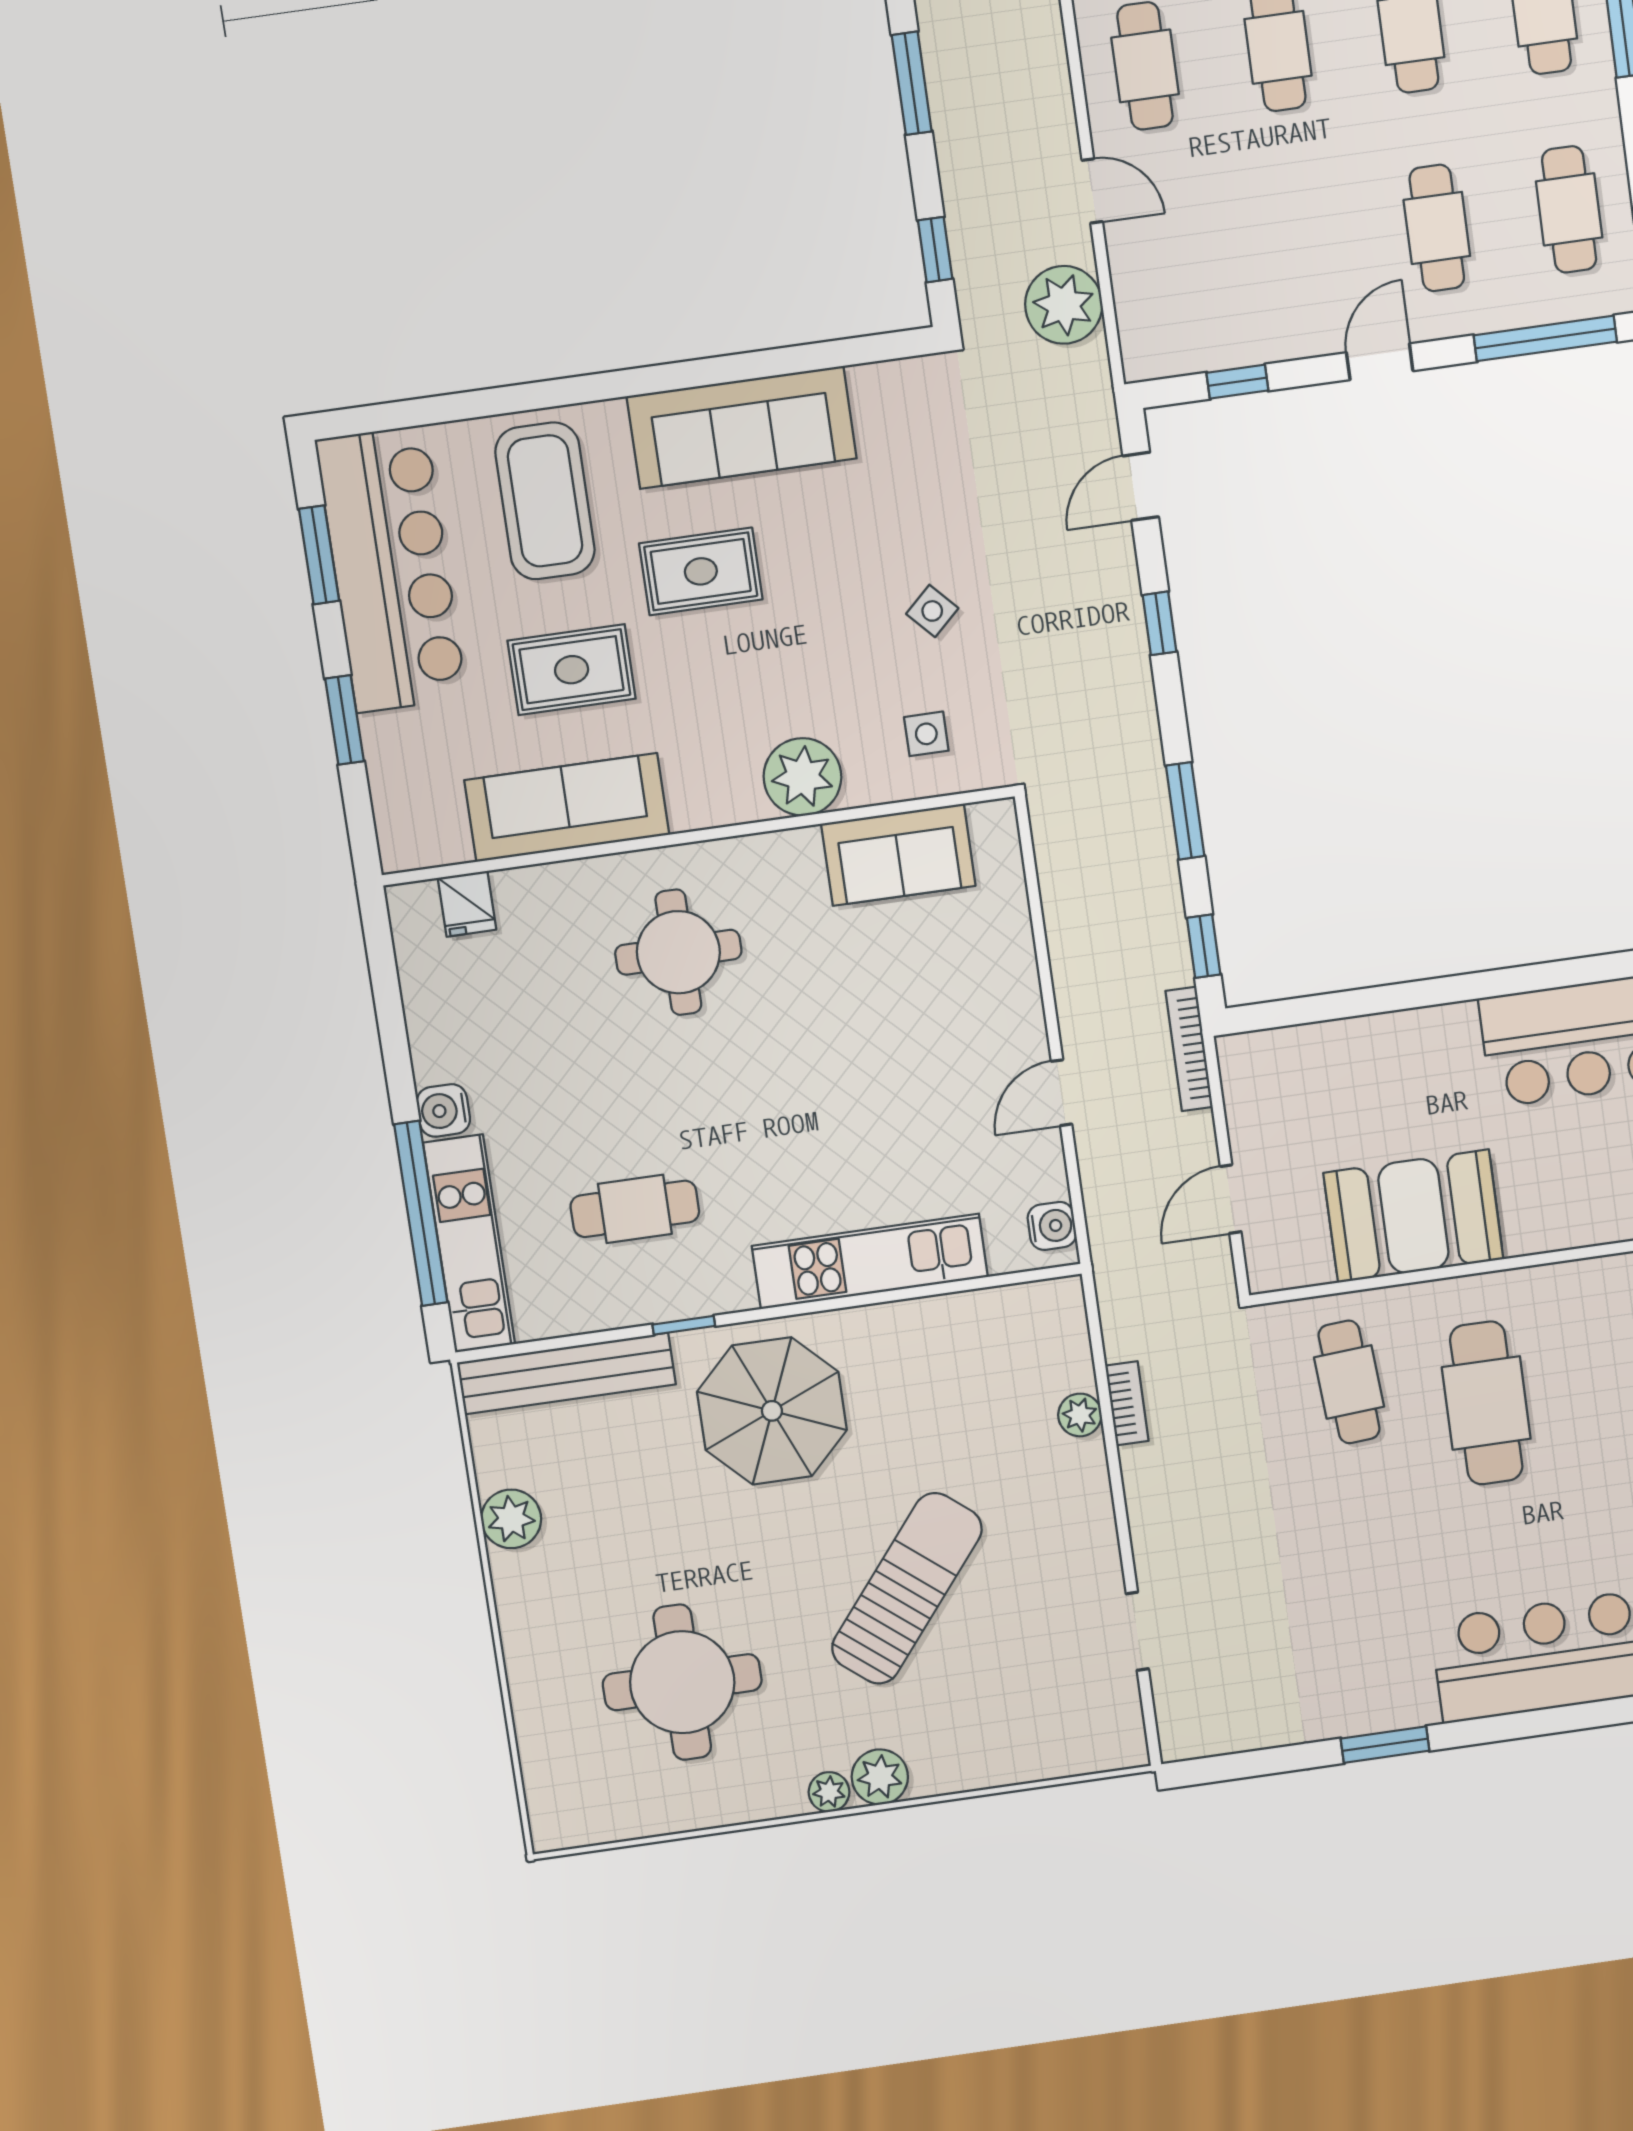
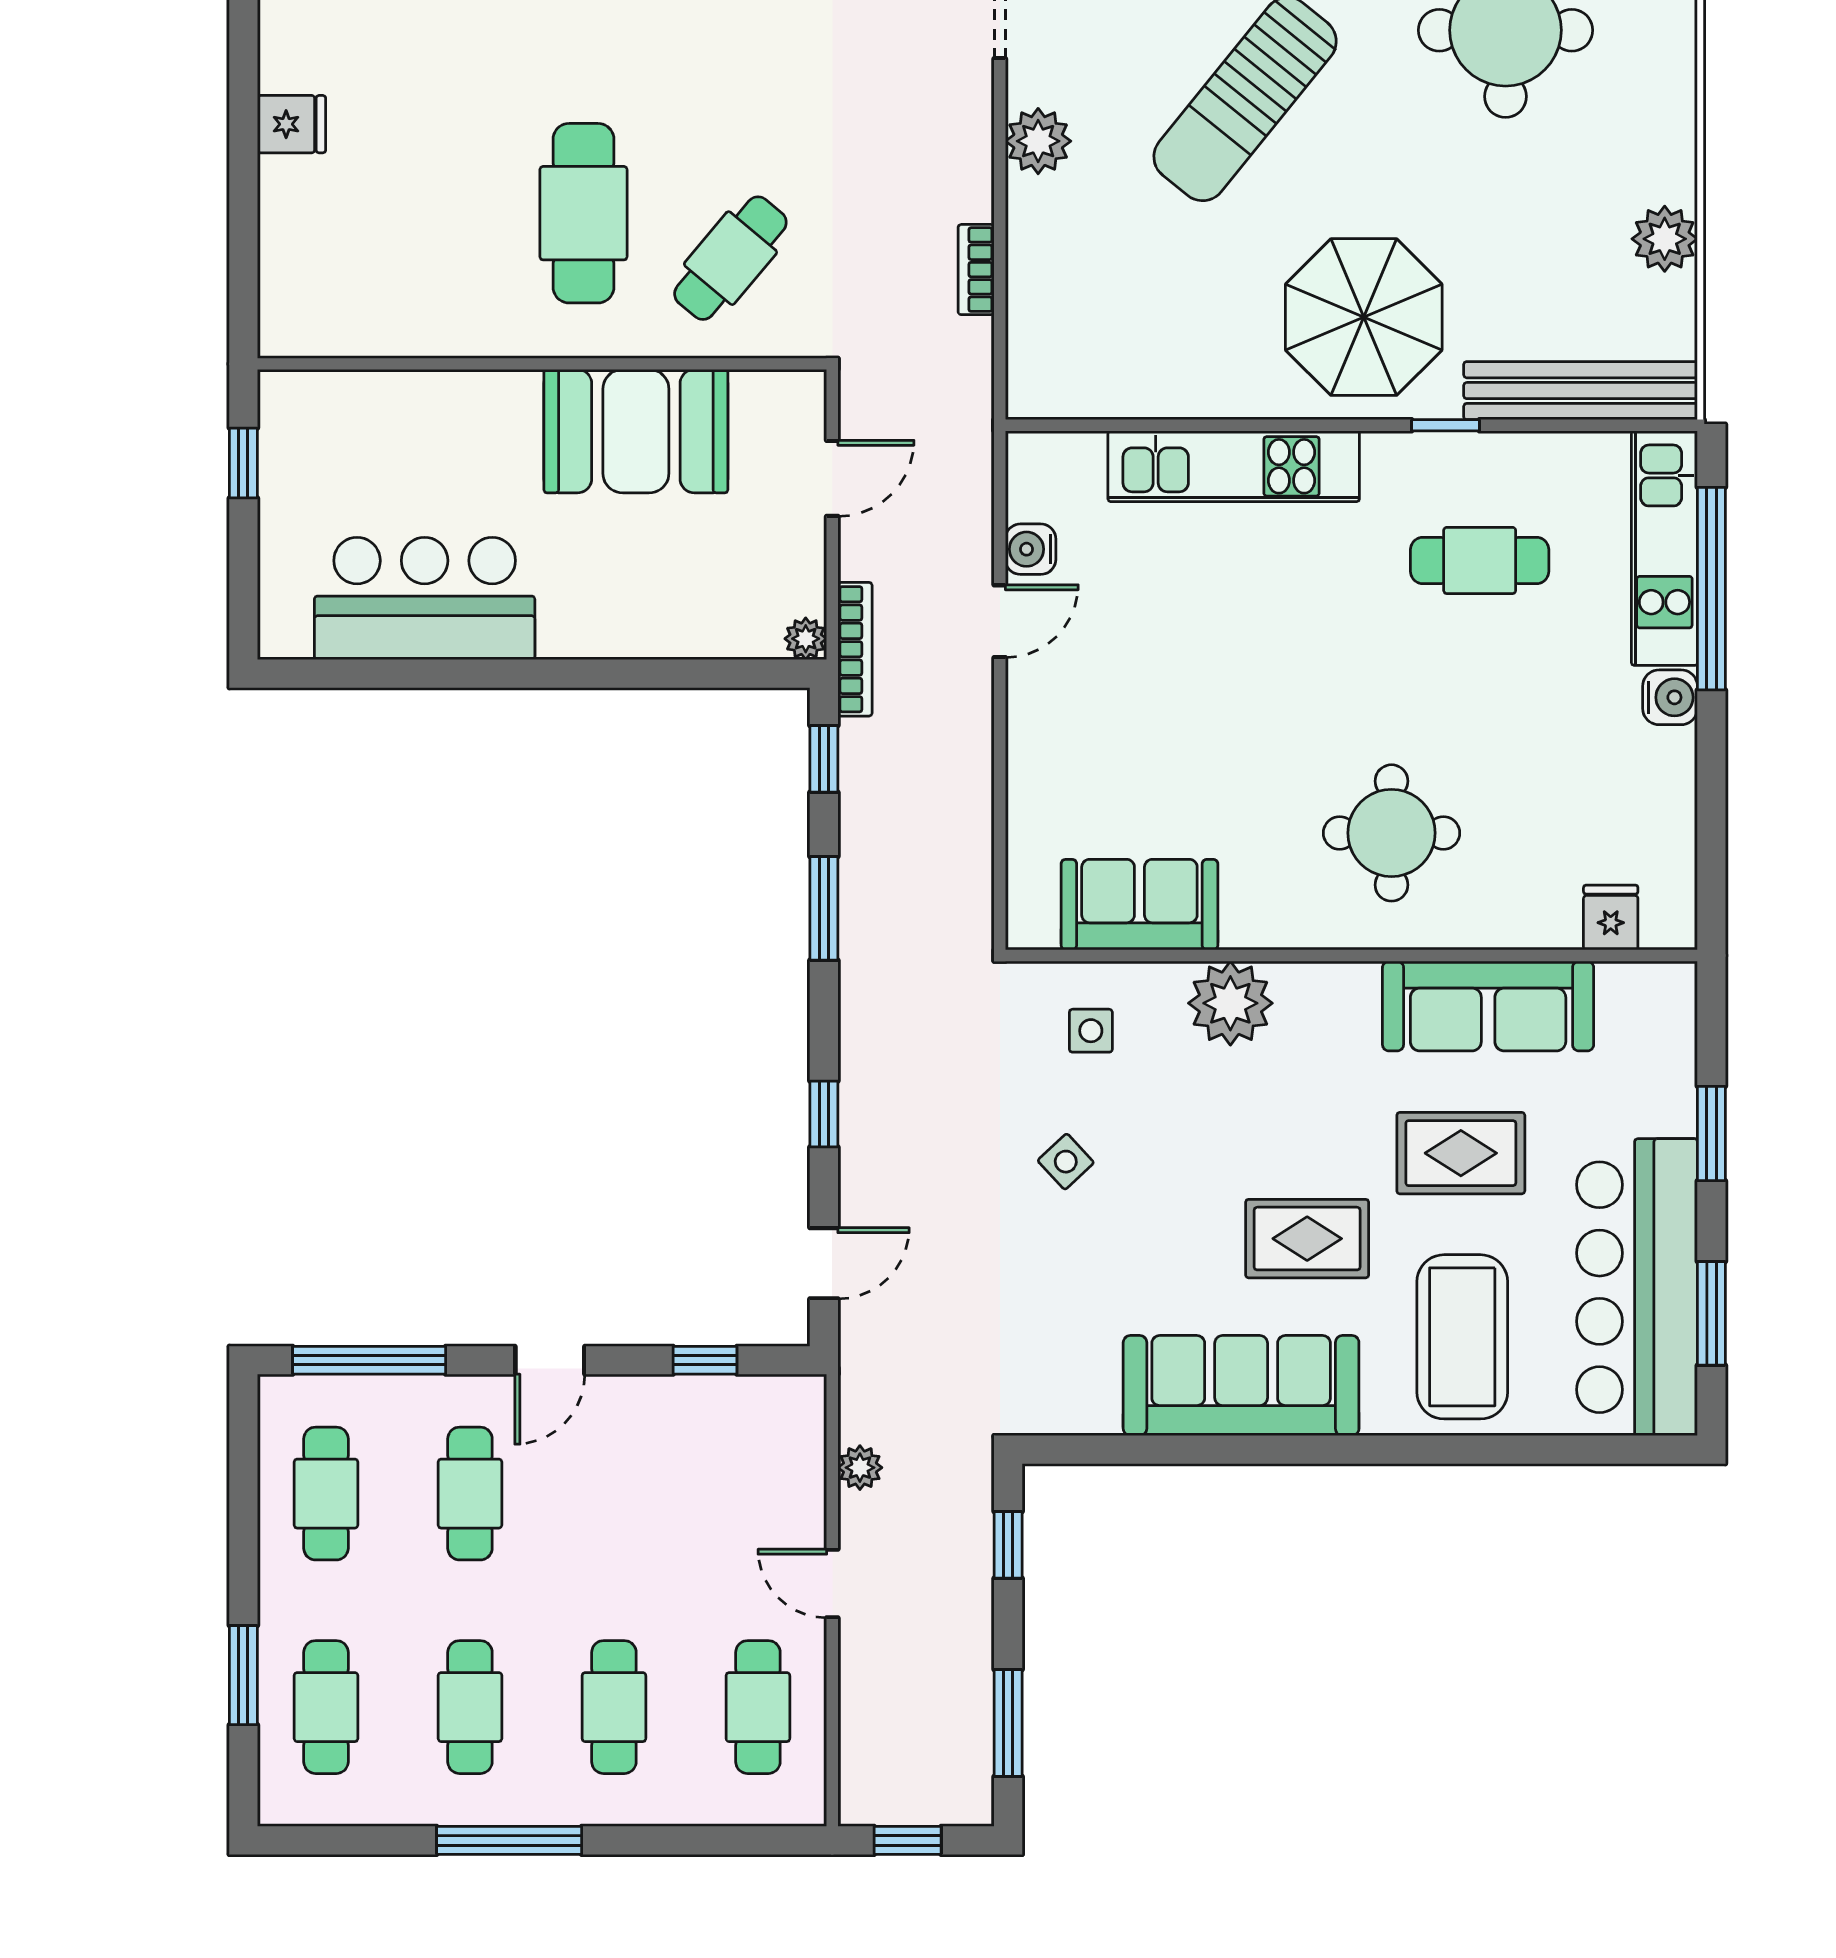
plant: (1064, 305) -> (860, 1468), width x0.53, depth x0.53
plant: (1235, 1052) -> (806, 639), added
water cooler: (1052, 1226) -> (1031, 549), moved
cafe table: (1349, 1382) -> (730, 258), turned 44
plant: (1080, 1415) -> (1038, 141), moved, width x1.38, depth x1.38

